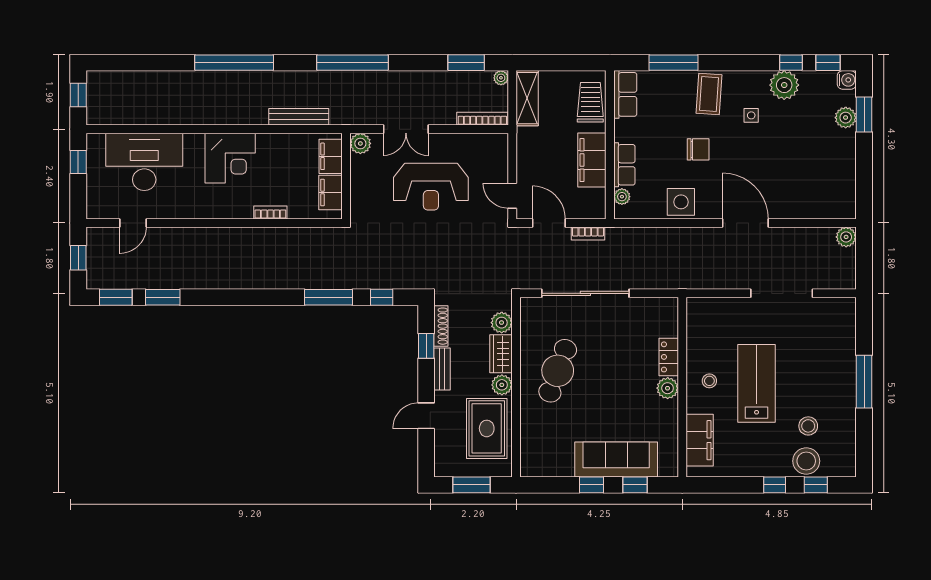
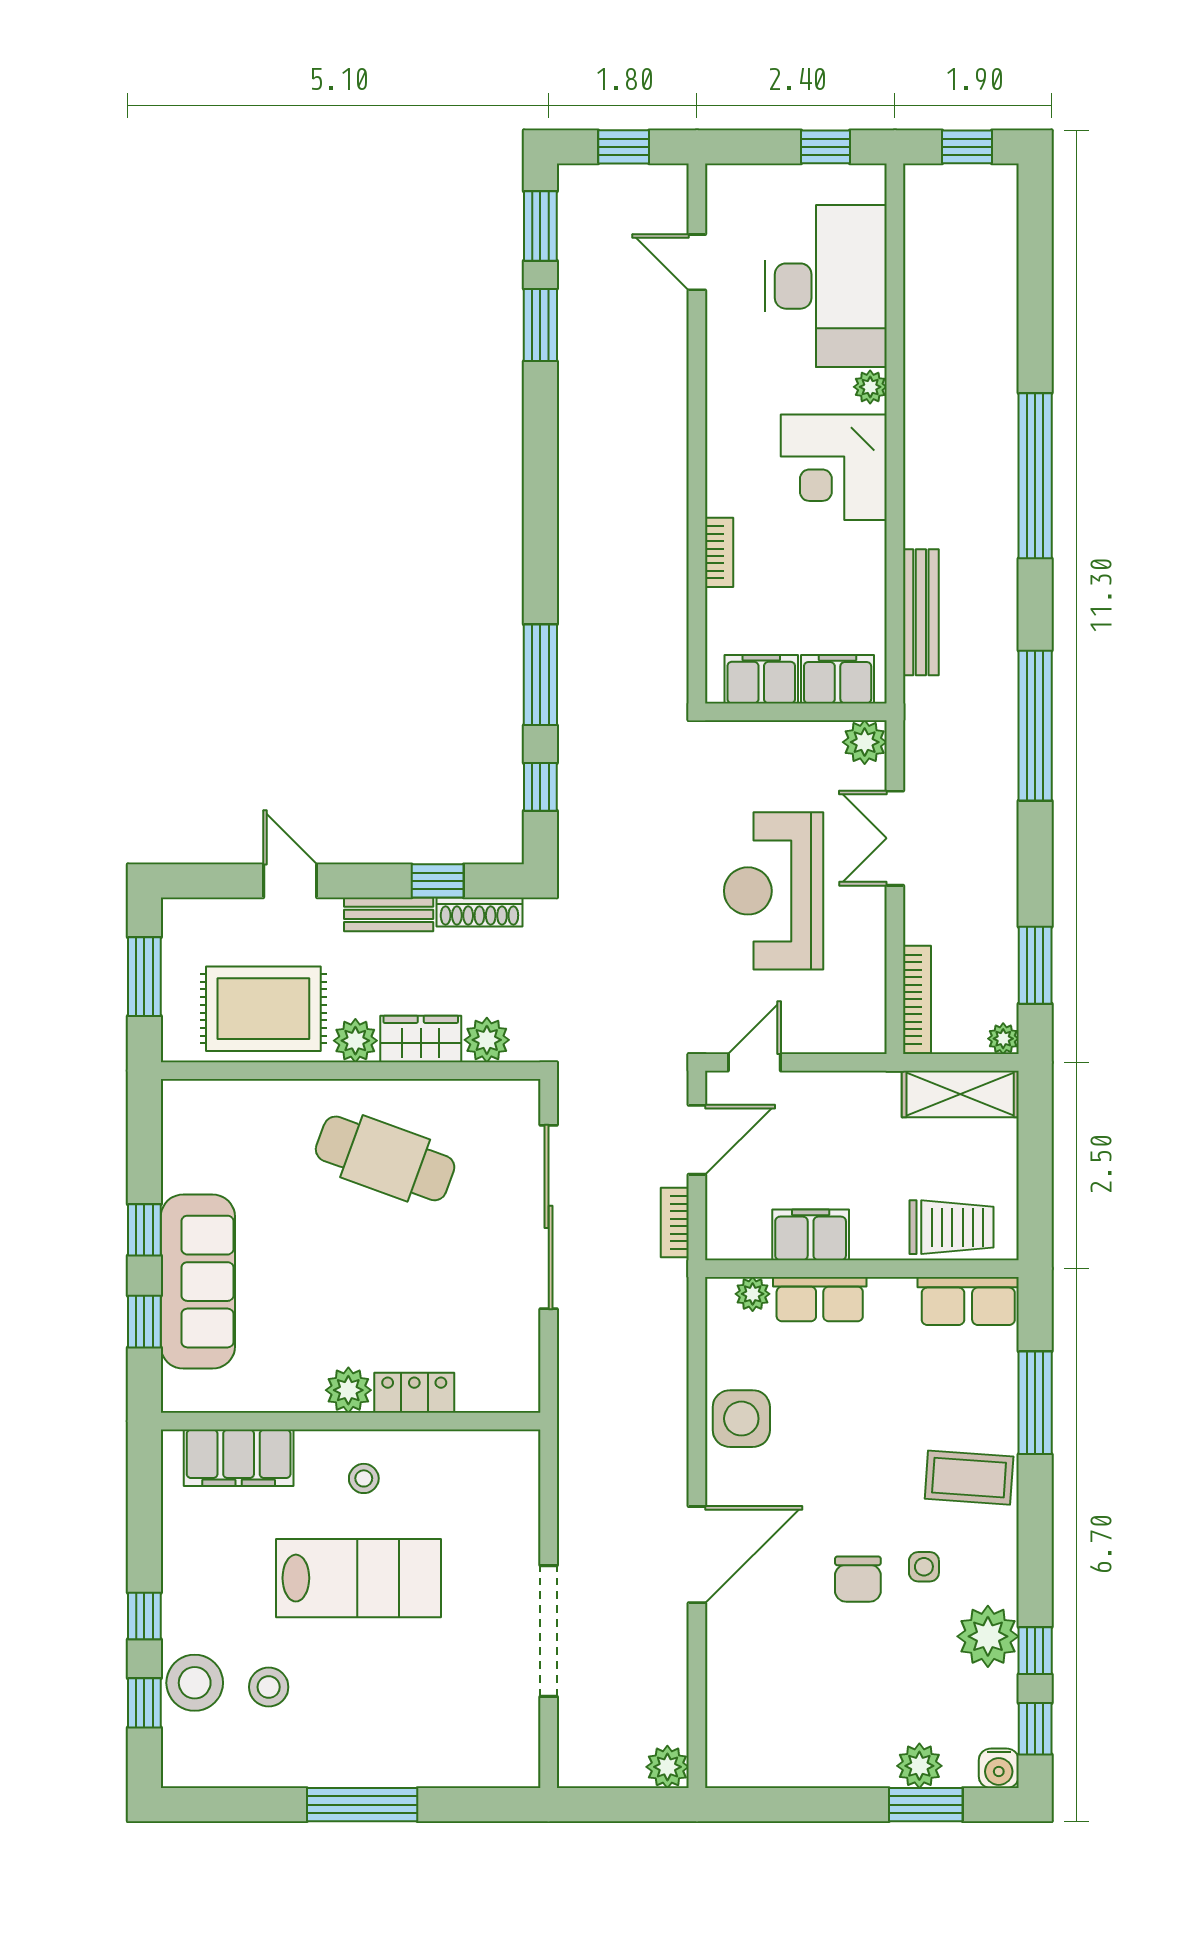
plant: (192, 141) -> (870, 387), added
chair: (698, 149) -> (858, 1579), moved
filing cabinet: (592, 160) -> (811, 1235), width x0.67, depth x0.86

